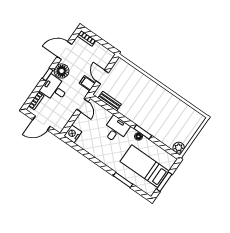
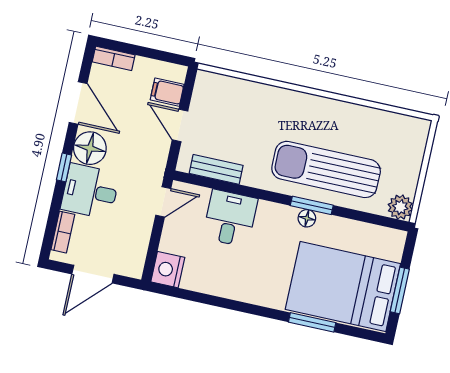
door: (64, 50) -> (78, 103), swing flipped
filing cabinet: (87, 83) -> (167, 92), moved
door: (82, 105) -> (163, 202), hinge flipped
sun lounger: (155, 120) -> (326, 169), added
desk: (116, 130) -> (230, 218), moved
bed: (145, 166) -> (343, 286), width x1.50

